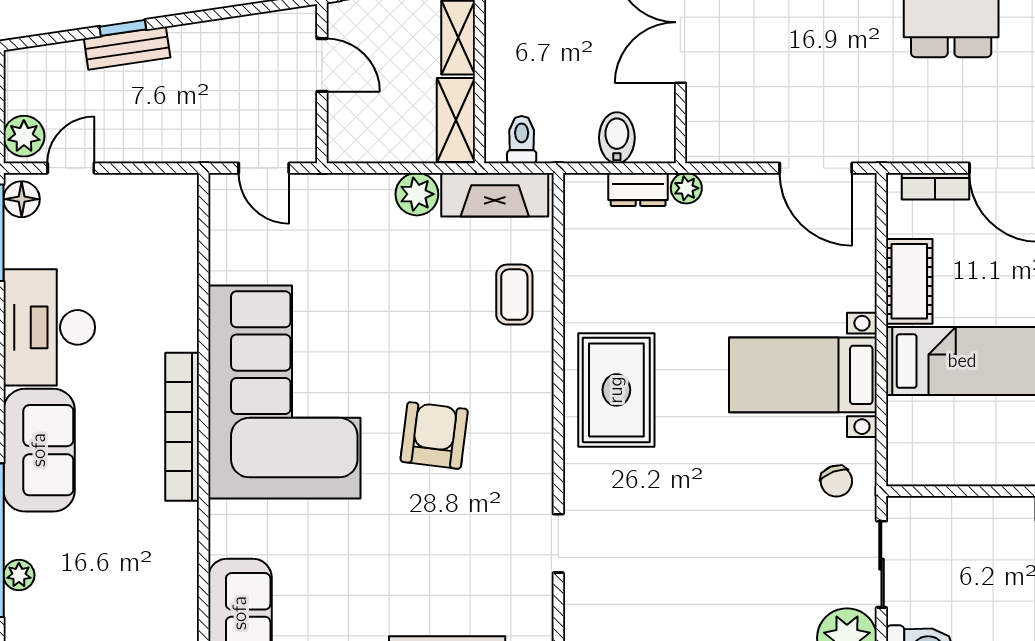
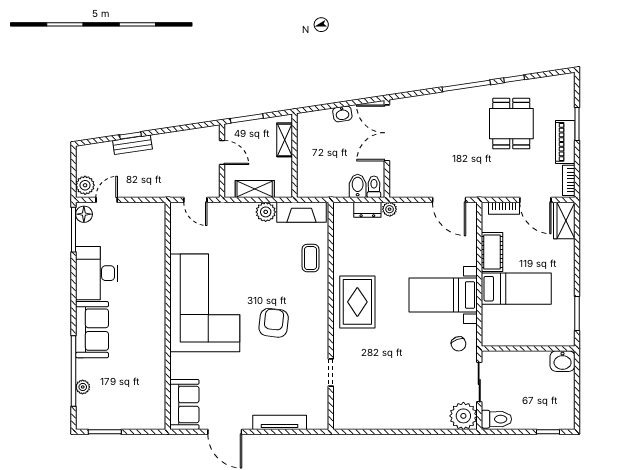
shelving: (456, 120) -> (255, 189), moved, turned 90
toilet: (522, 140) -> (374, 187), moved
bookcase: (182, 427) -> (158, 319), removed

